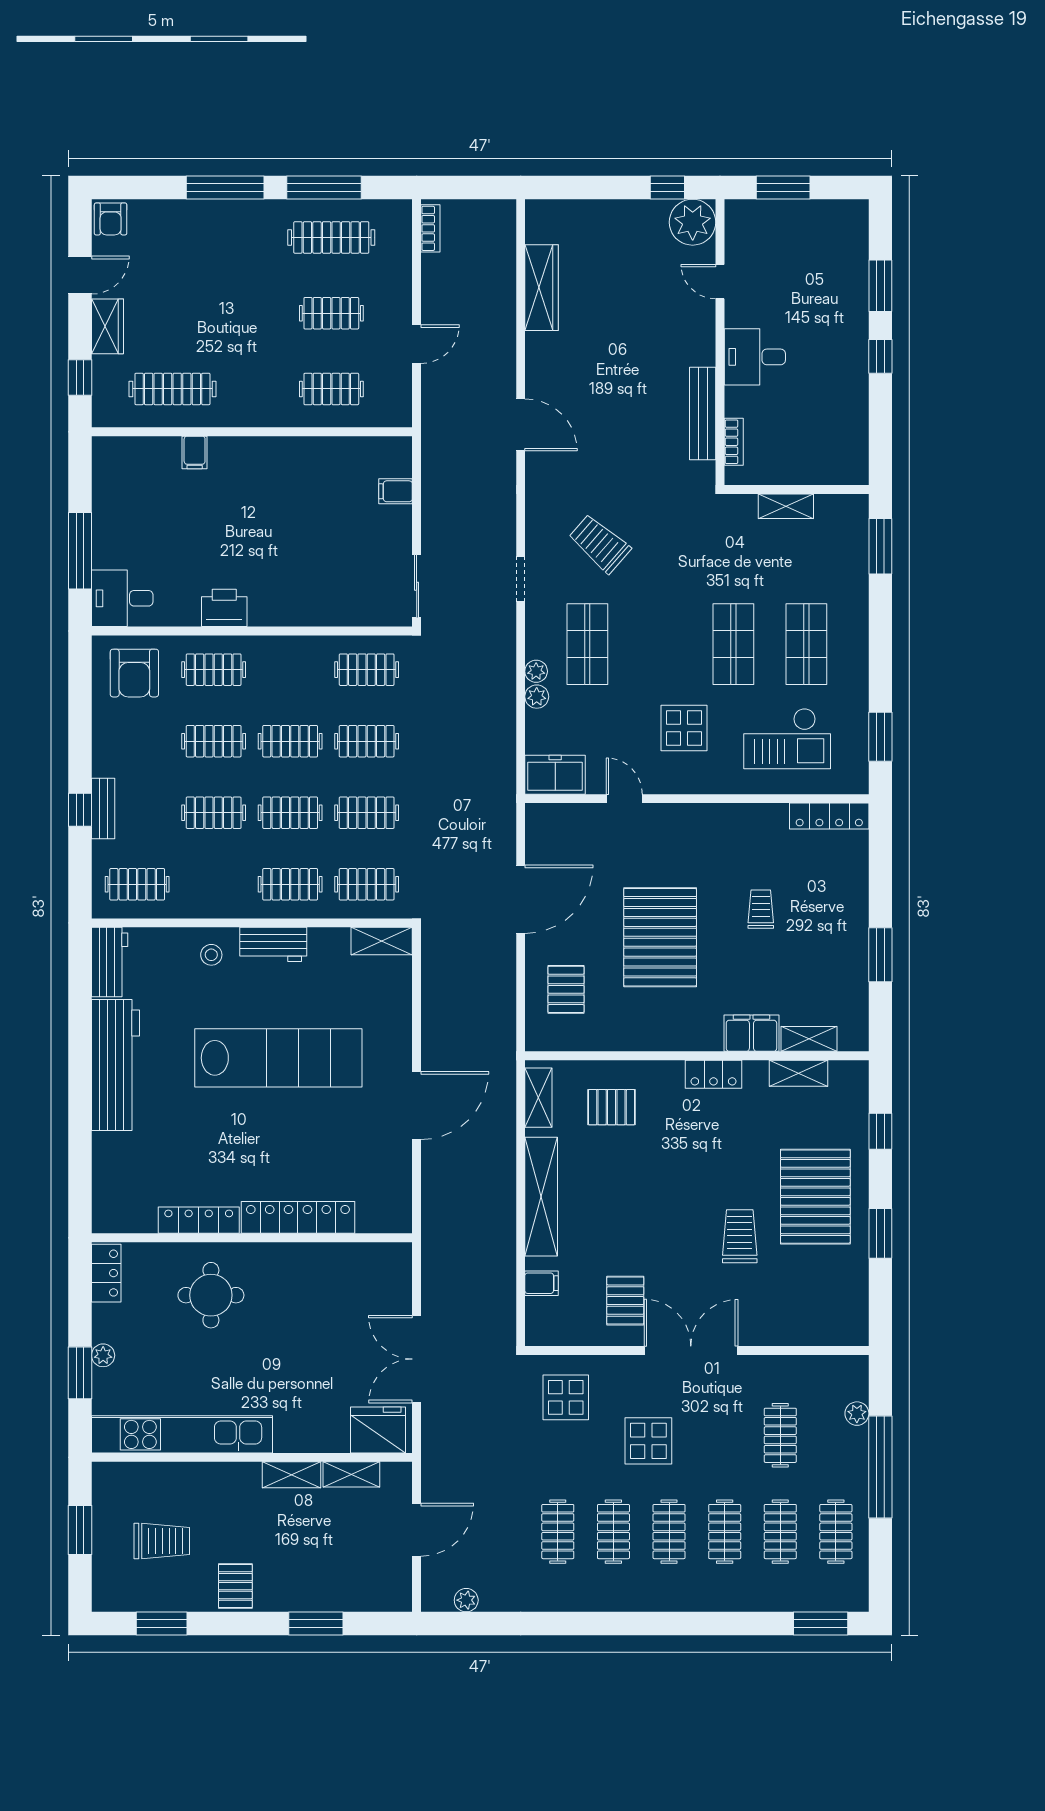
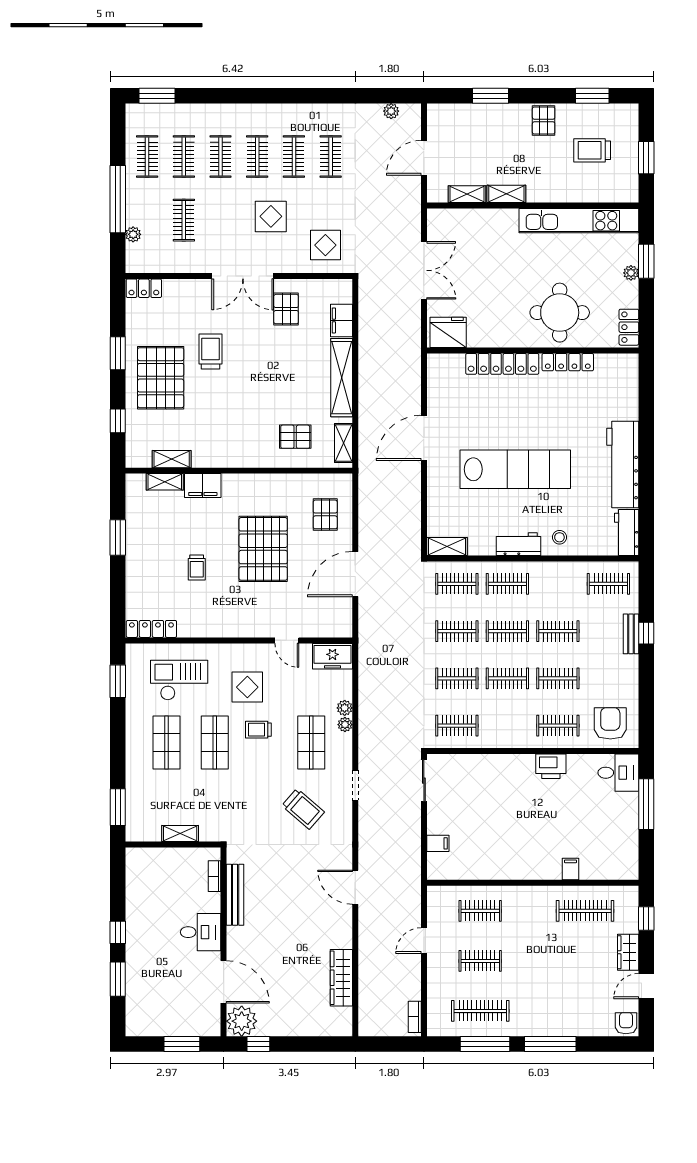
door: (720, 282) -> (224, 982), width x1.87
trolley: (667, 664) -> (258, 730), added
lab bench: (278, 1058) -> (515, 469), turned 180
locker: (713, 1074) -> (144, 288), moved, turned 180
trolley: (740, 1236) -> (211, 352), turned 180
filing cabinet: (541, 1283) -> (341, 320), width x2.00
round table: (211, 1295) -> (560, 313), width x1.36, depth x1.36
fridge: (378, 1430) -> (448, 332), moved, turned 180

